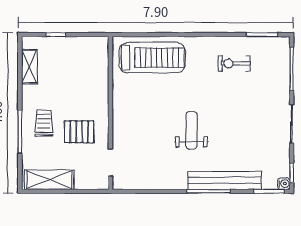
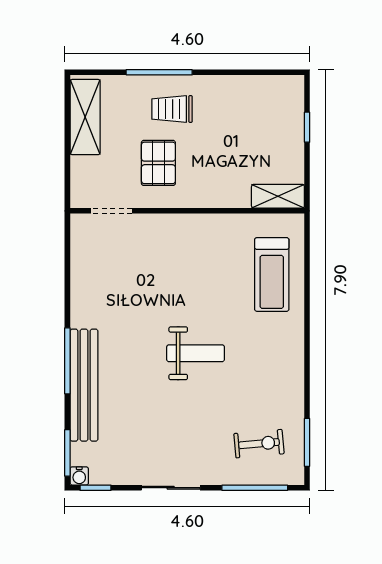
treadmill: (152, 58) -> (272, 275), width x0.73, depth x0.73
exercise bike: (234, 64) -> (259, 444), moved, turned 85
shelving: (29, 67) -> (278, 196), moved
trolley: (44, 123) -> (172, 109), turned 180
weight bench: (191, 130) -> (196, 353), moved

